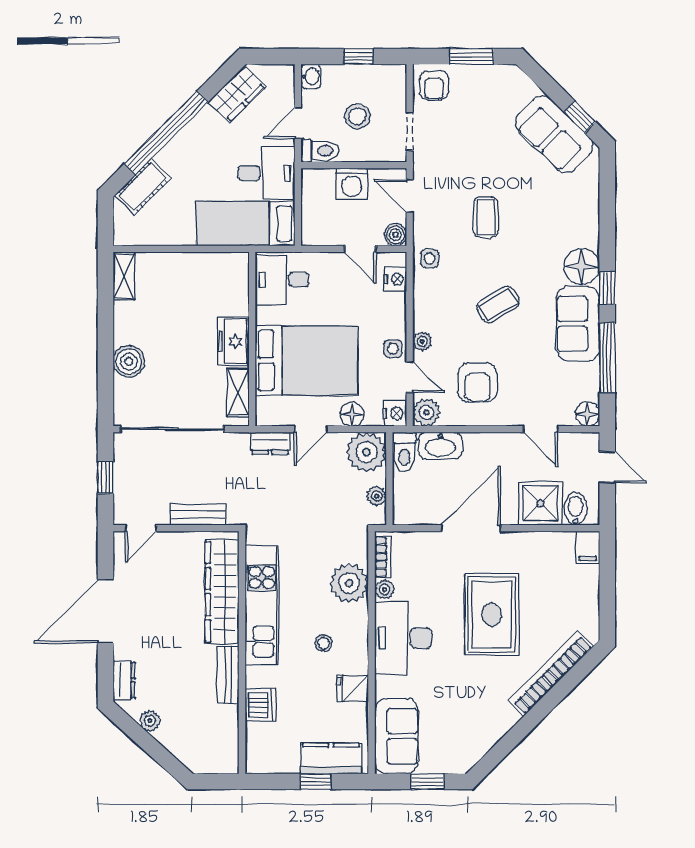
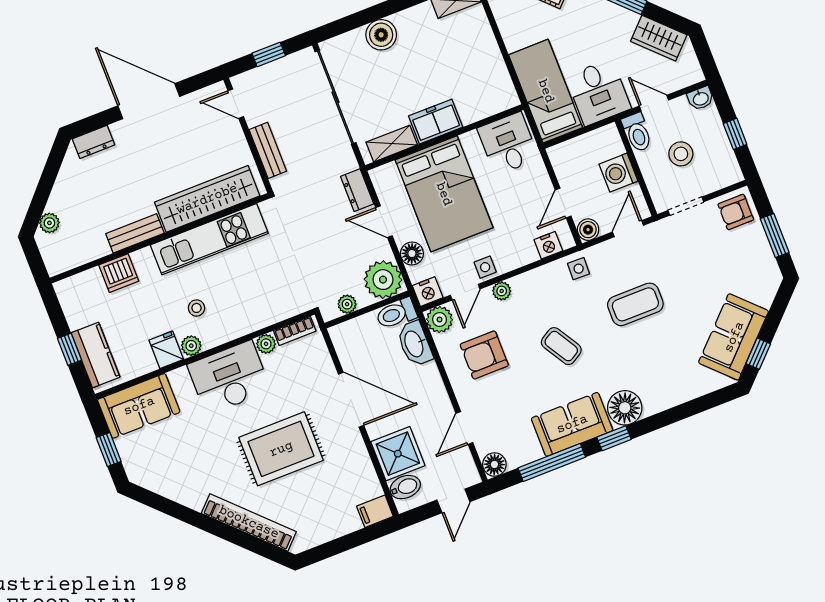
coffee table: (486, 217) -> (635, 304), width x1.36, depth x1.30
plant: (349, 583) -> (191, 346), moved, width x0.53, depth x0.53
plant: (150, 721) -> (49, 223), moved

